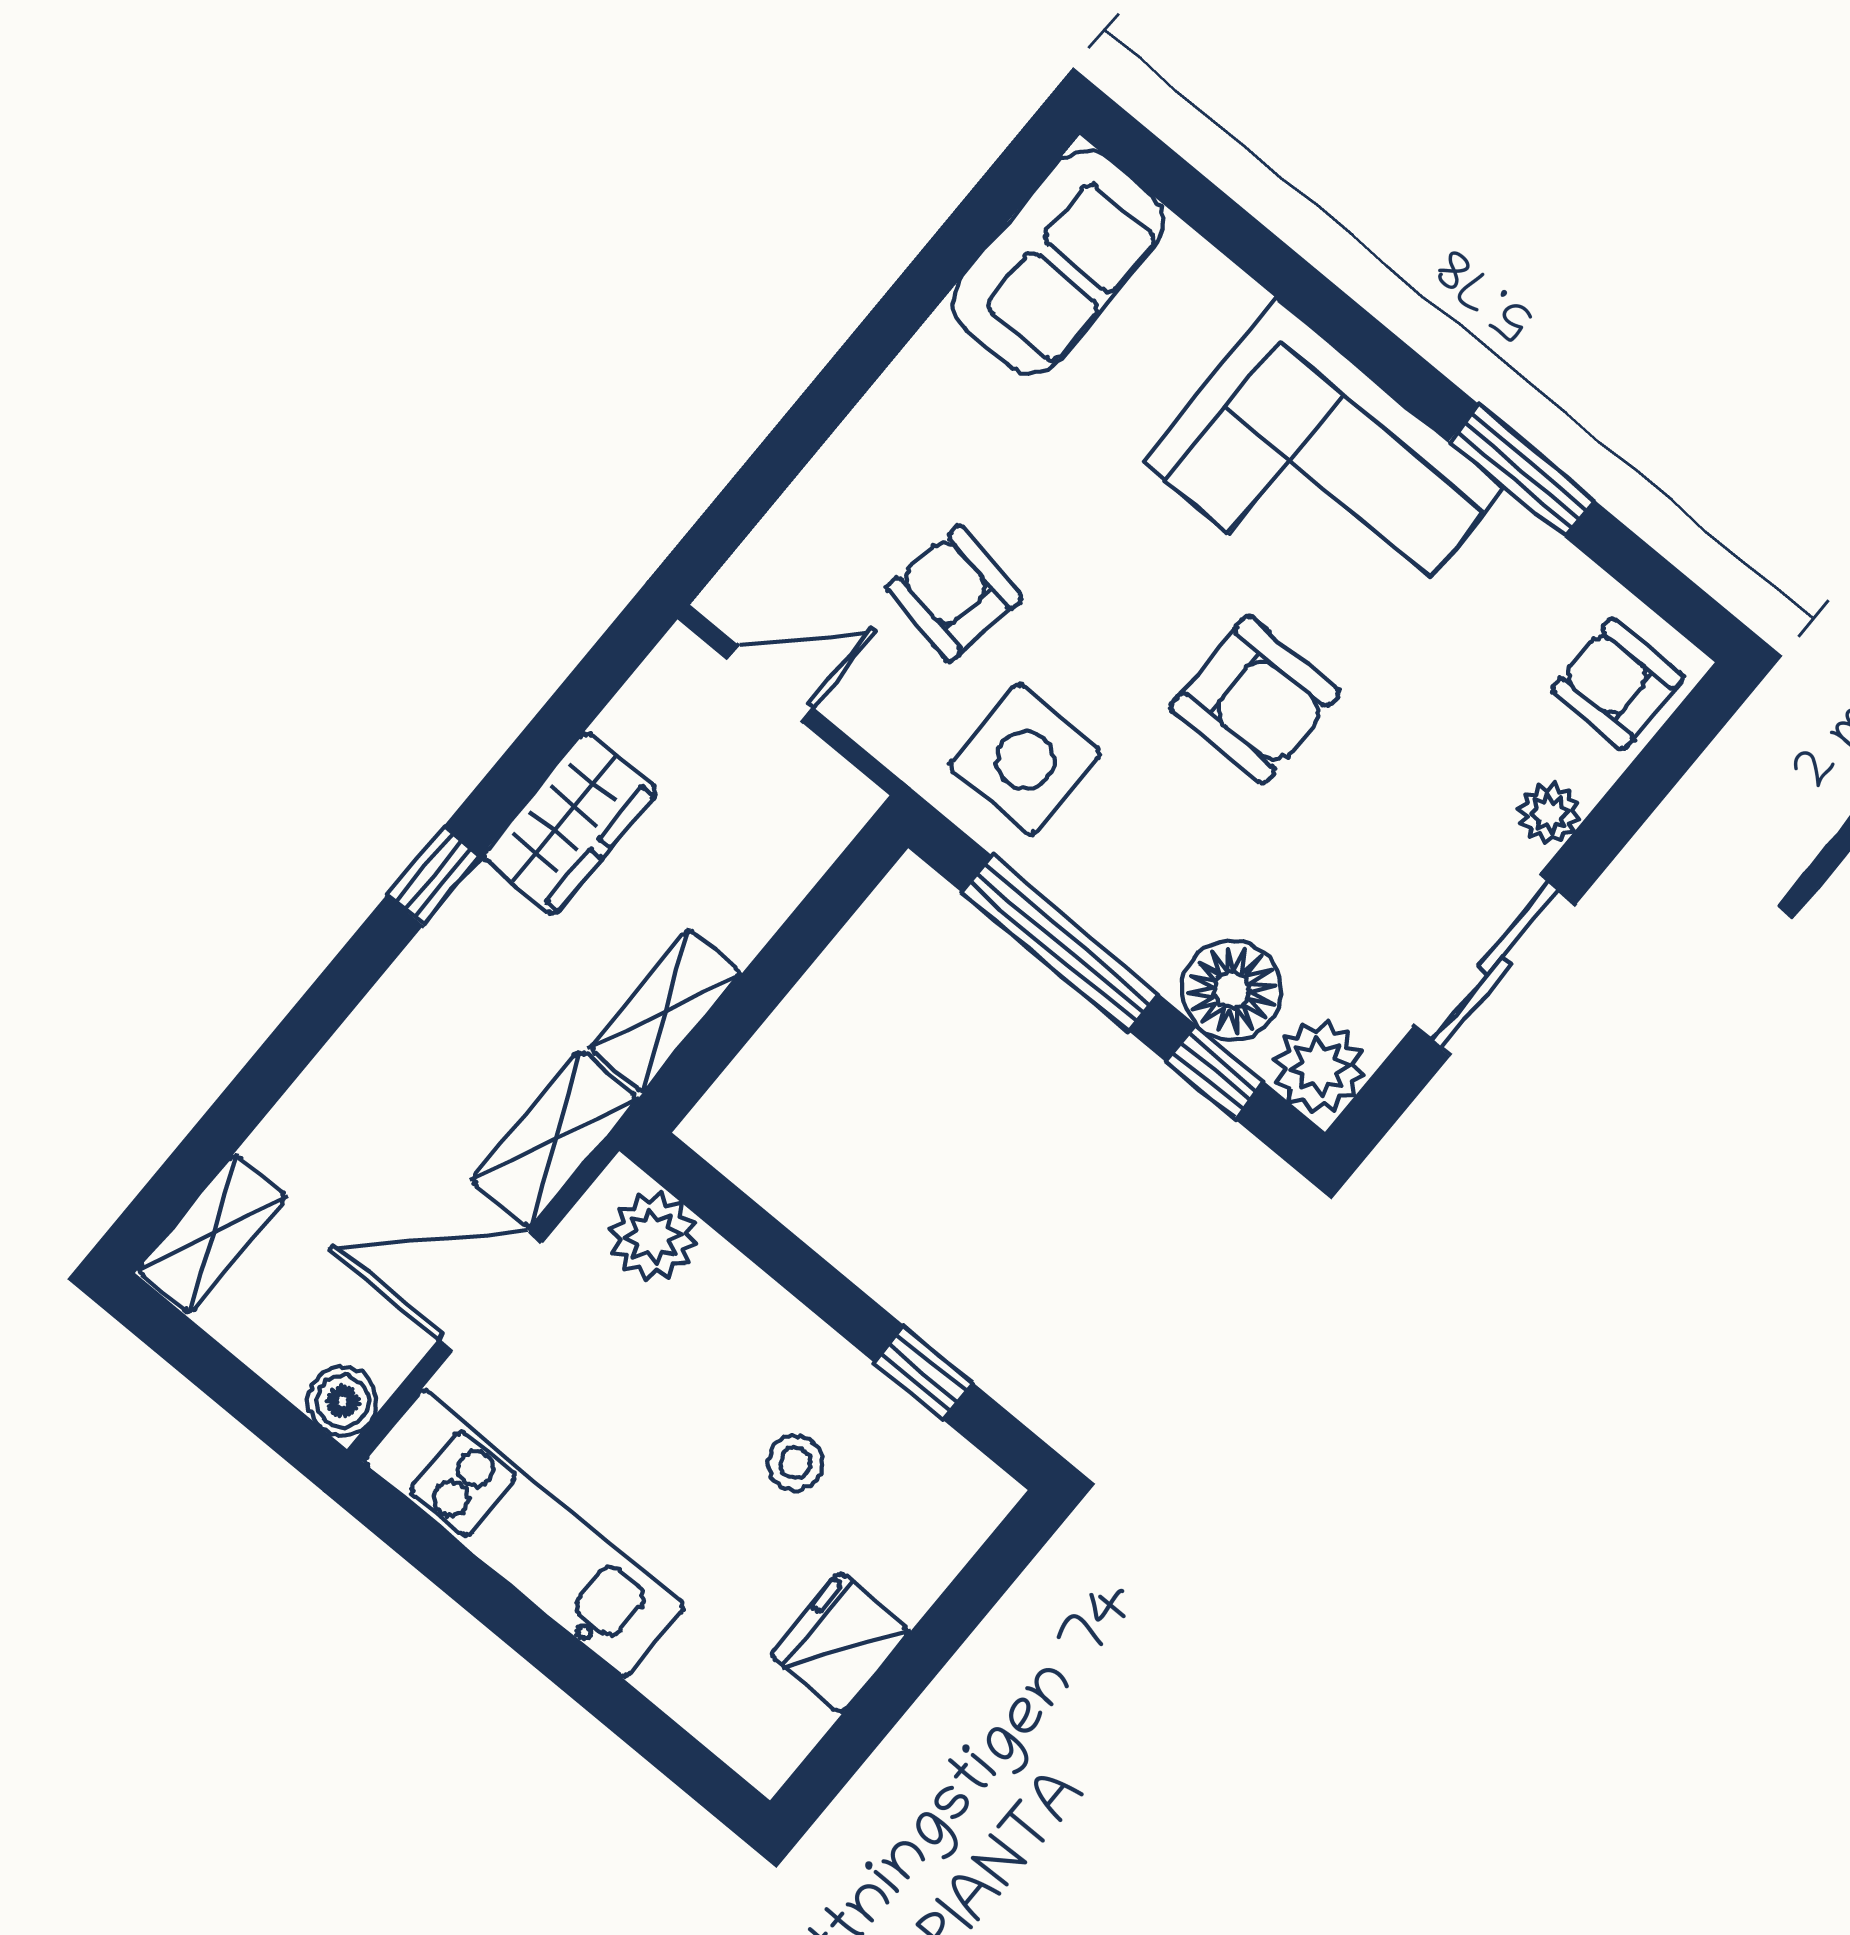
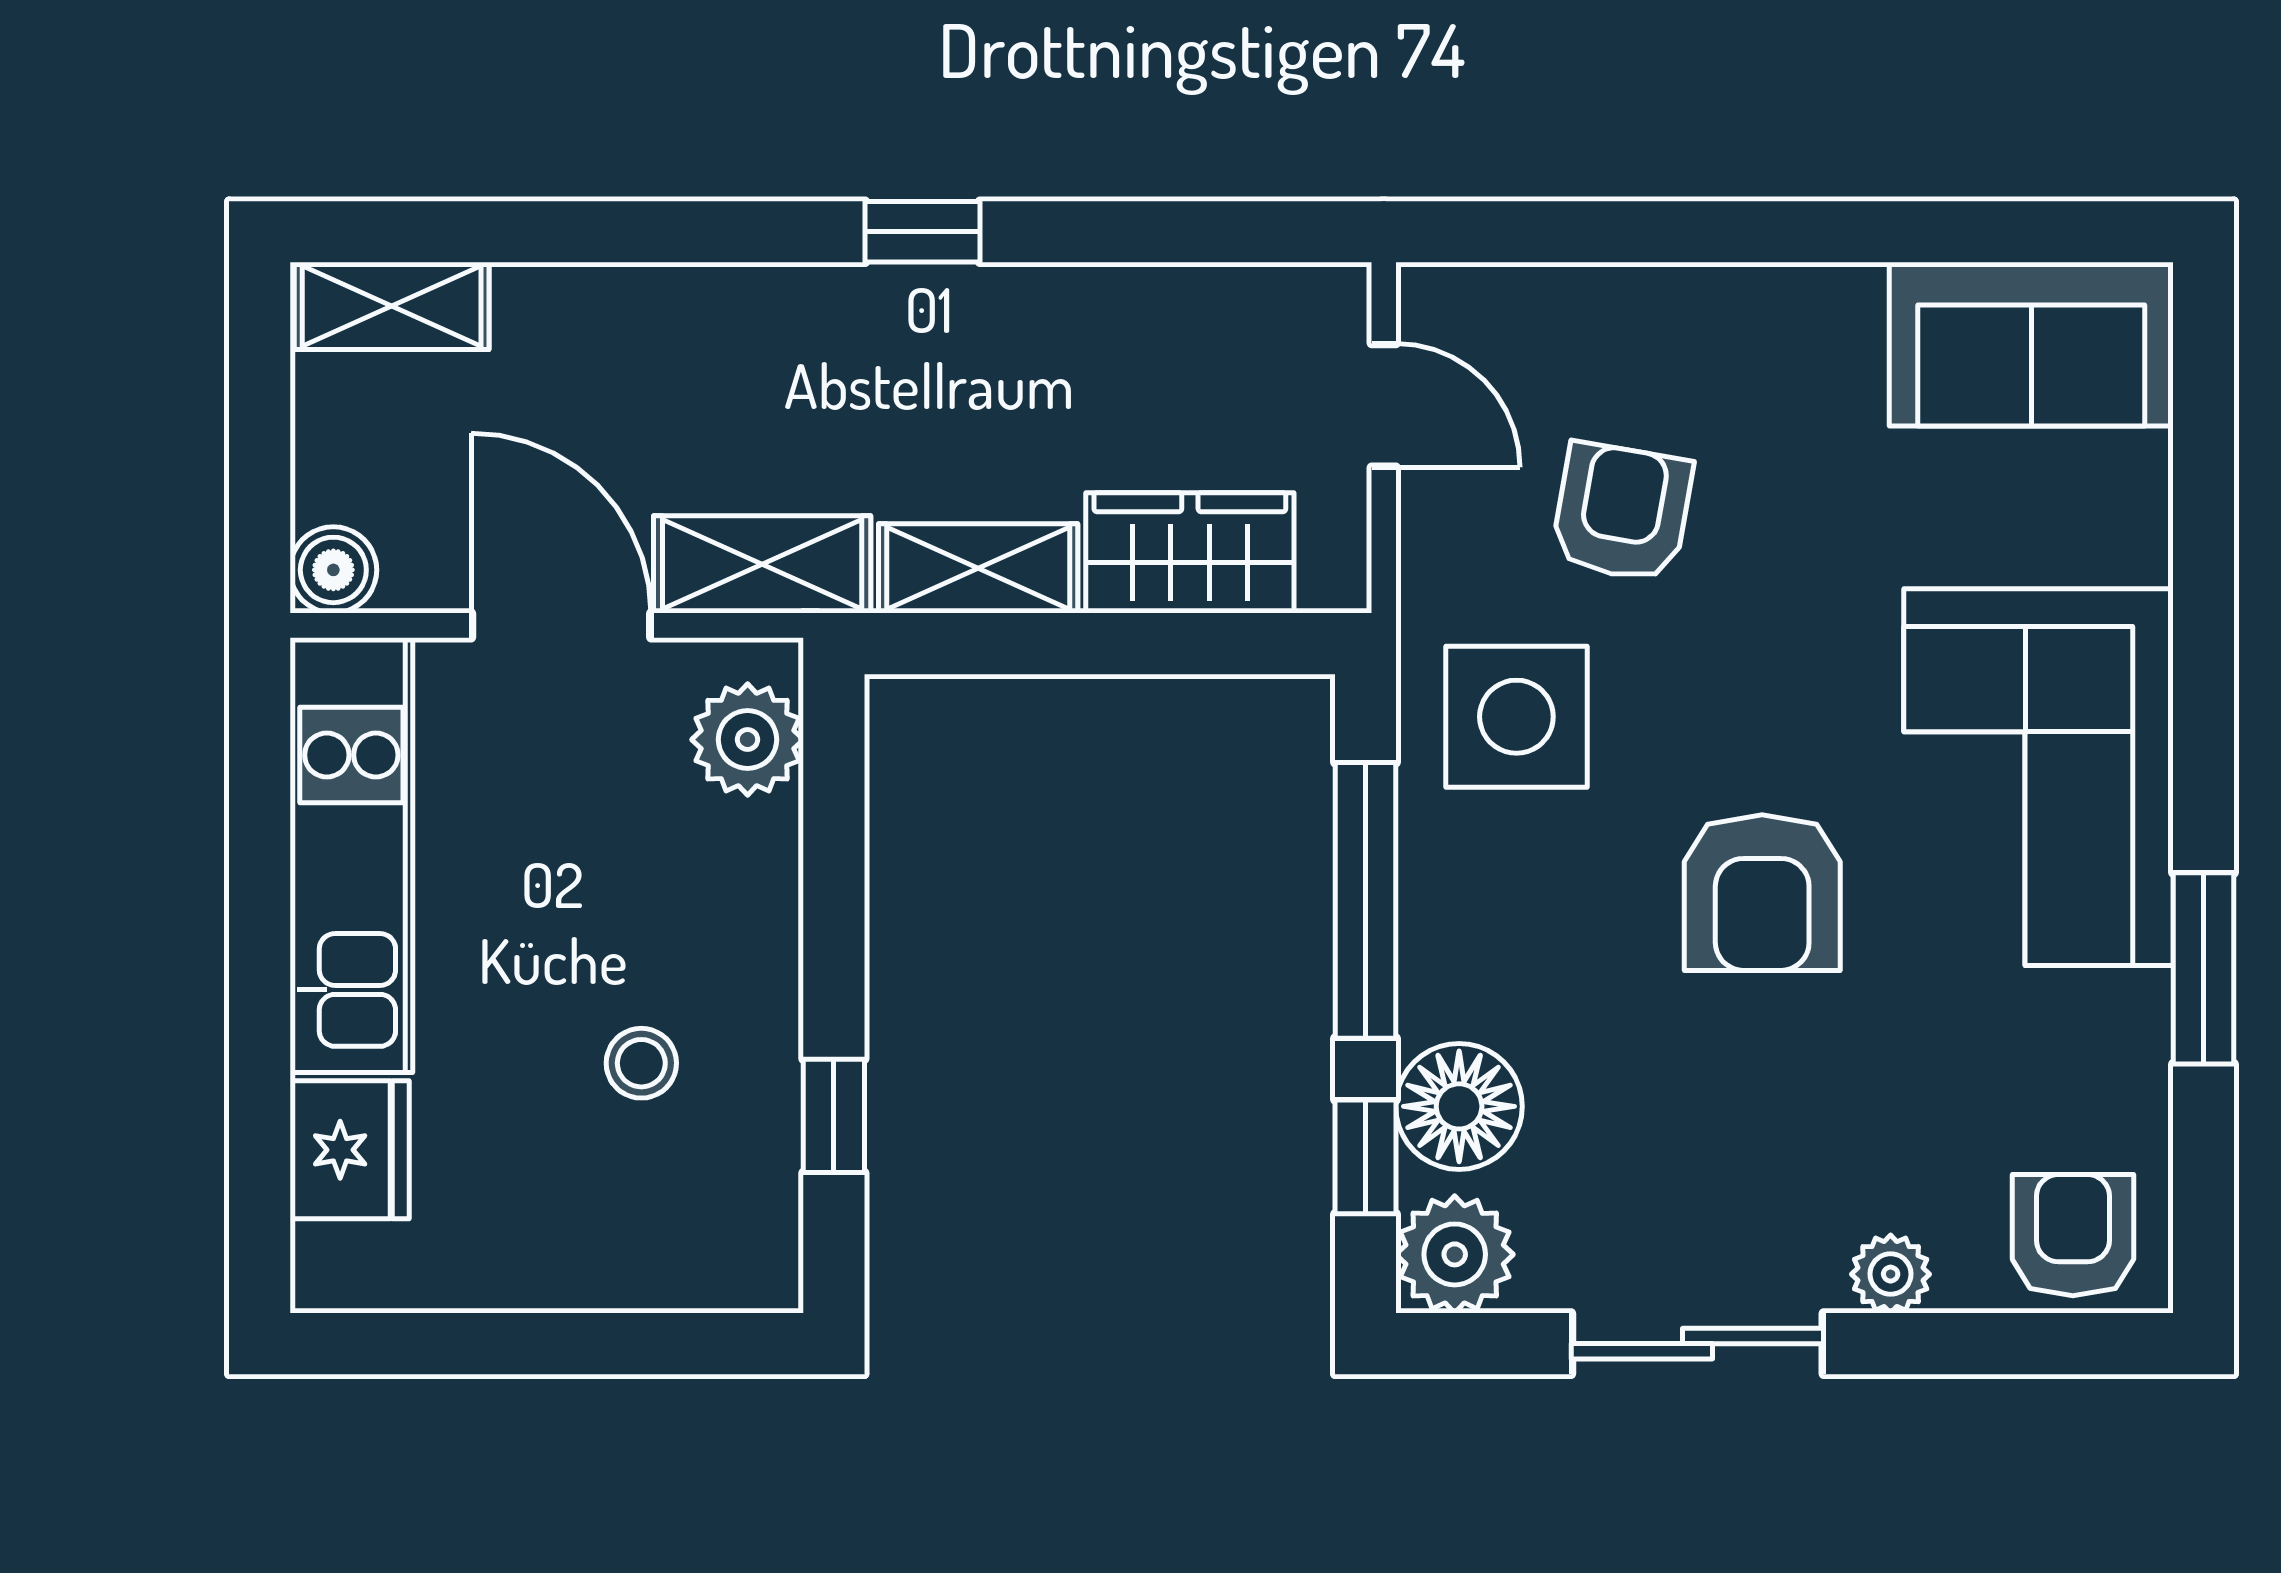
wardrobe: (570, 823) -> (1190, 553), moved, turned 180
fridge: (840, 1643) -> (350, 1150), moved, turned 90

